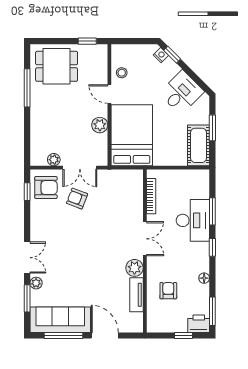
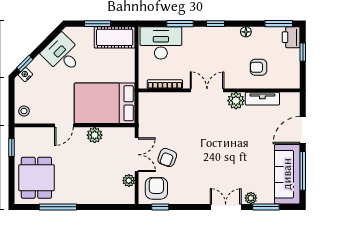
stool: (122, 73) -> (24, 111), moved
desk: (193, 220) -> (161, 43), moved

